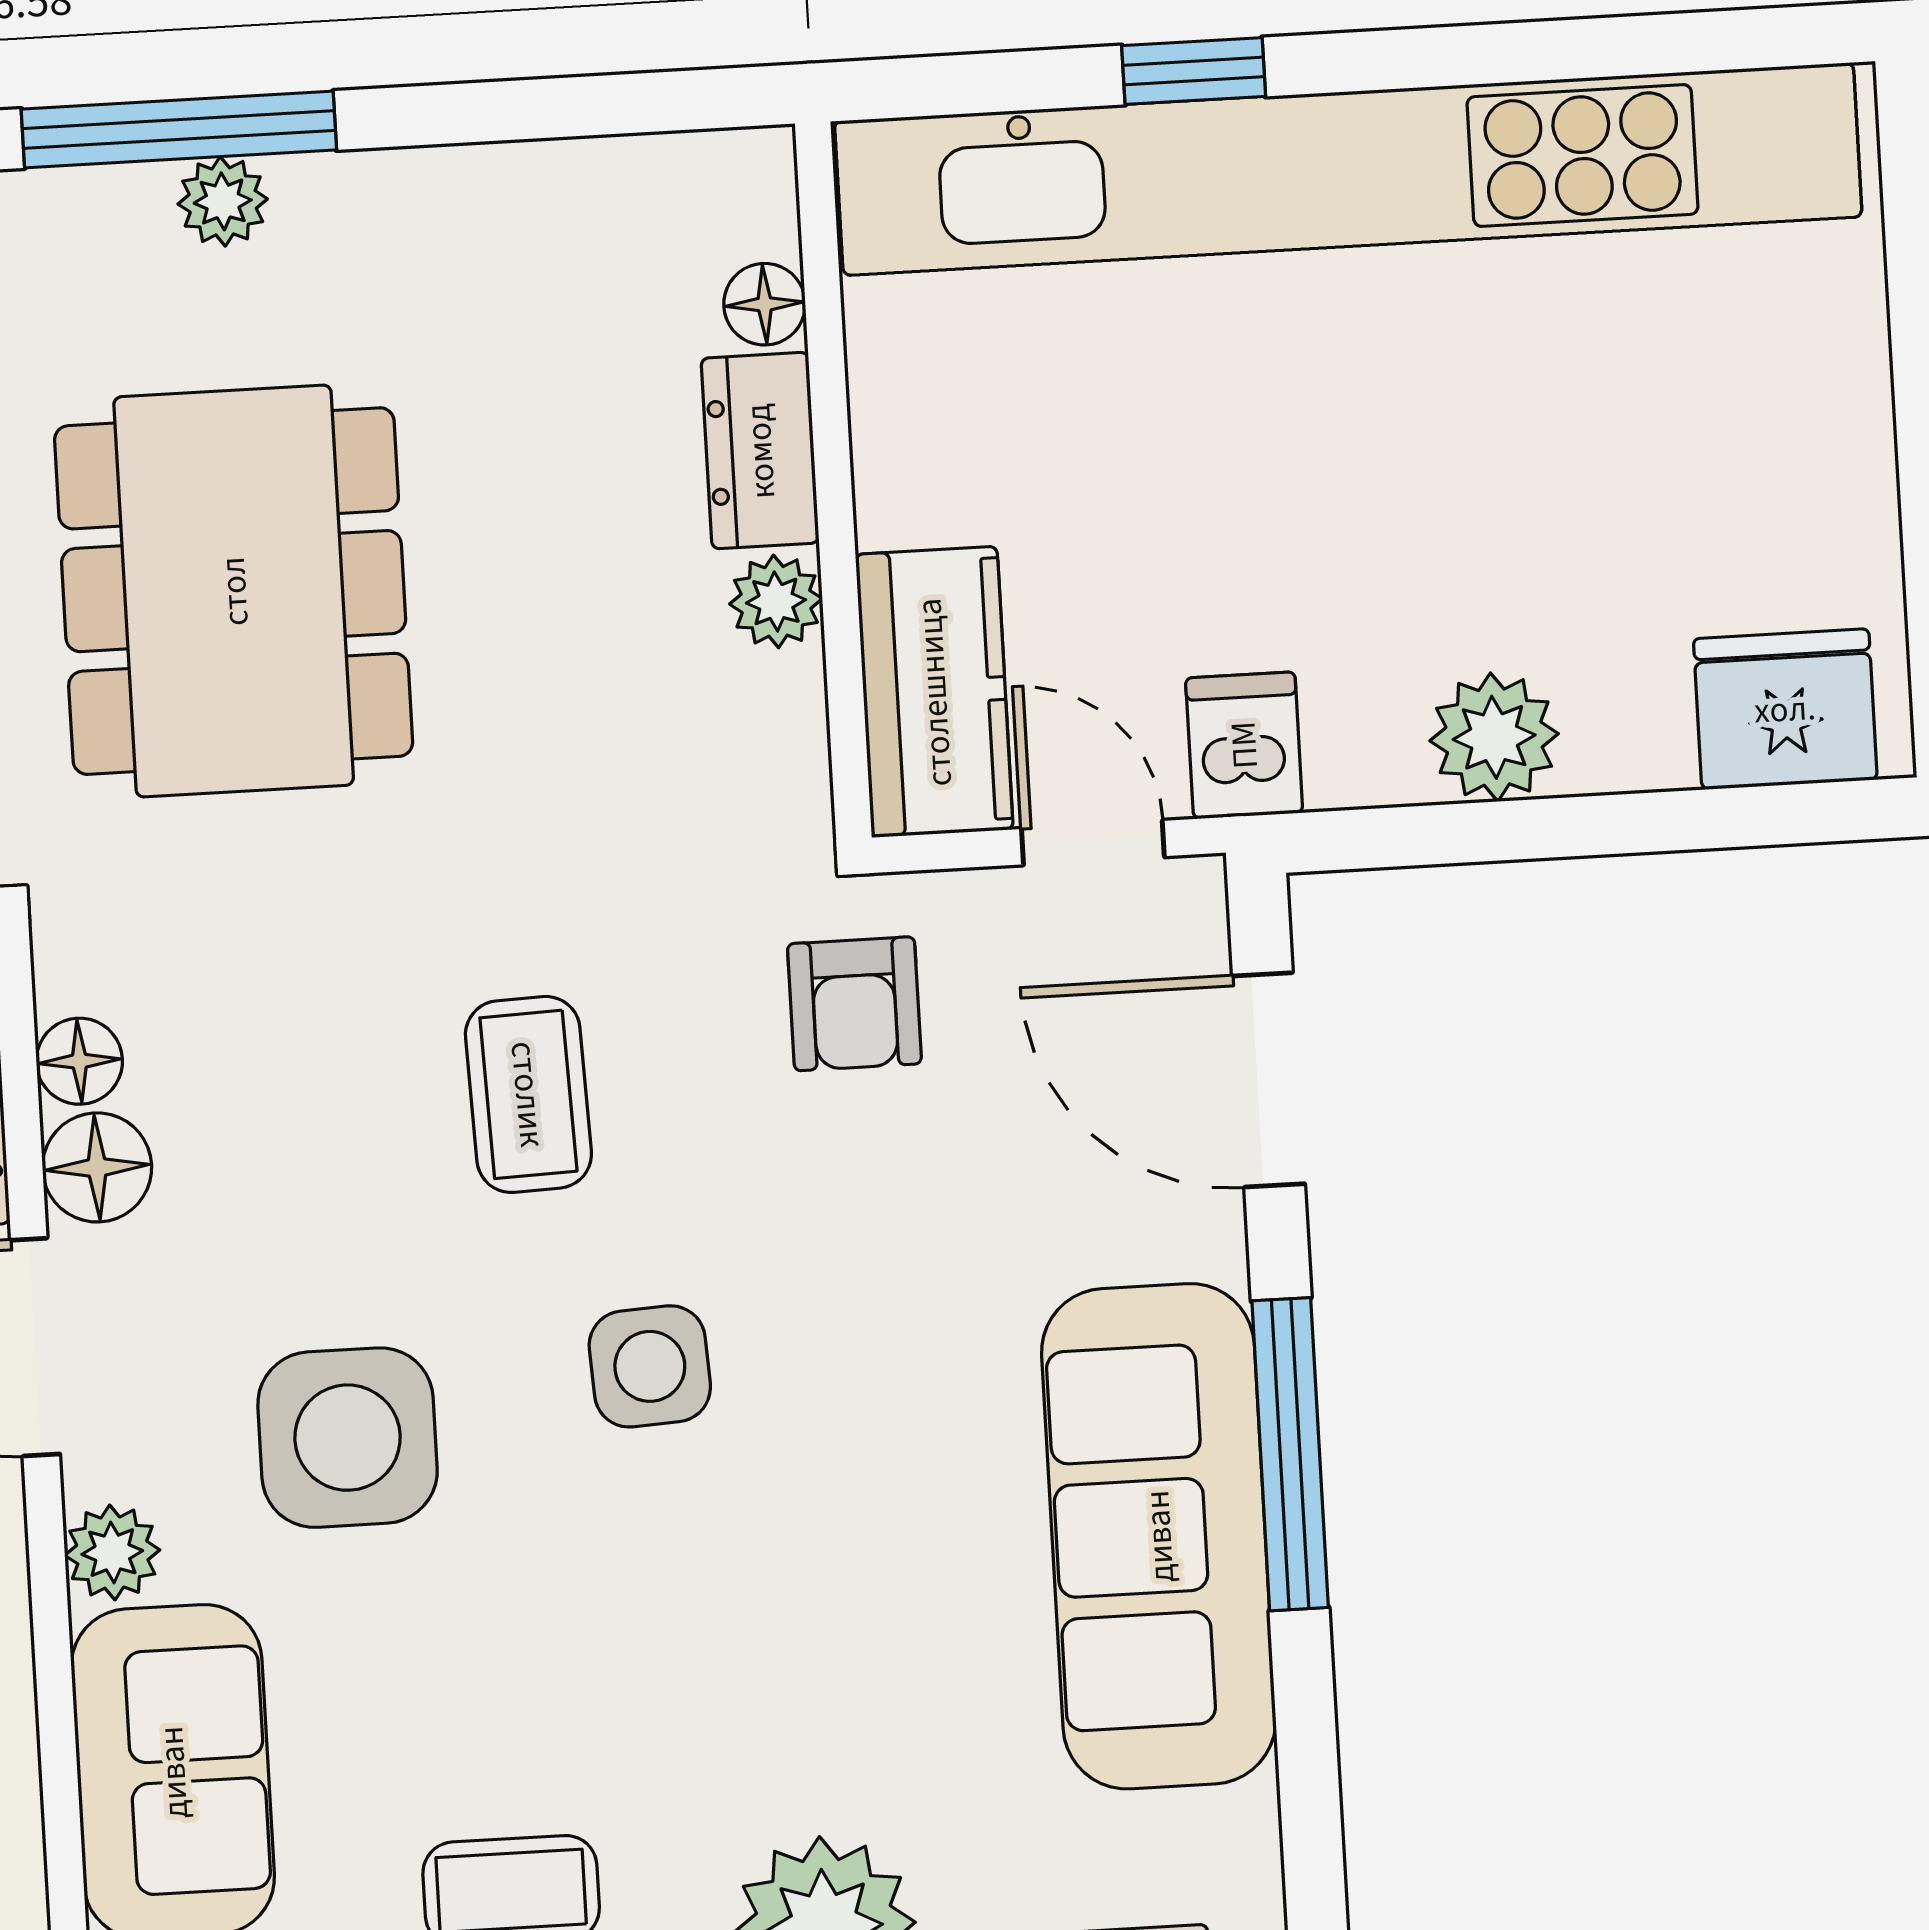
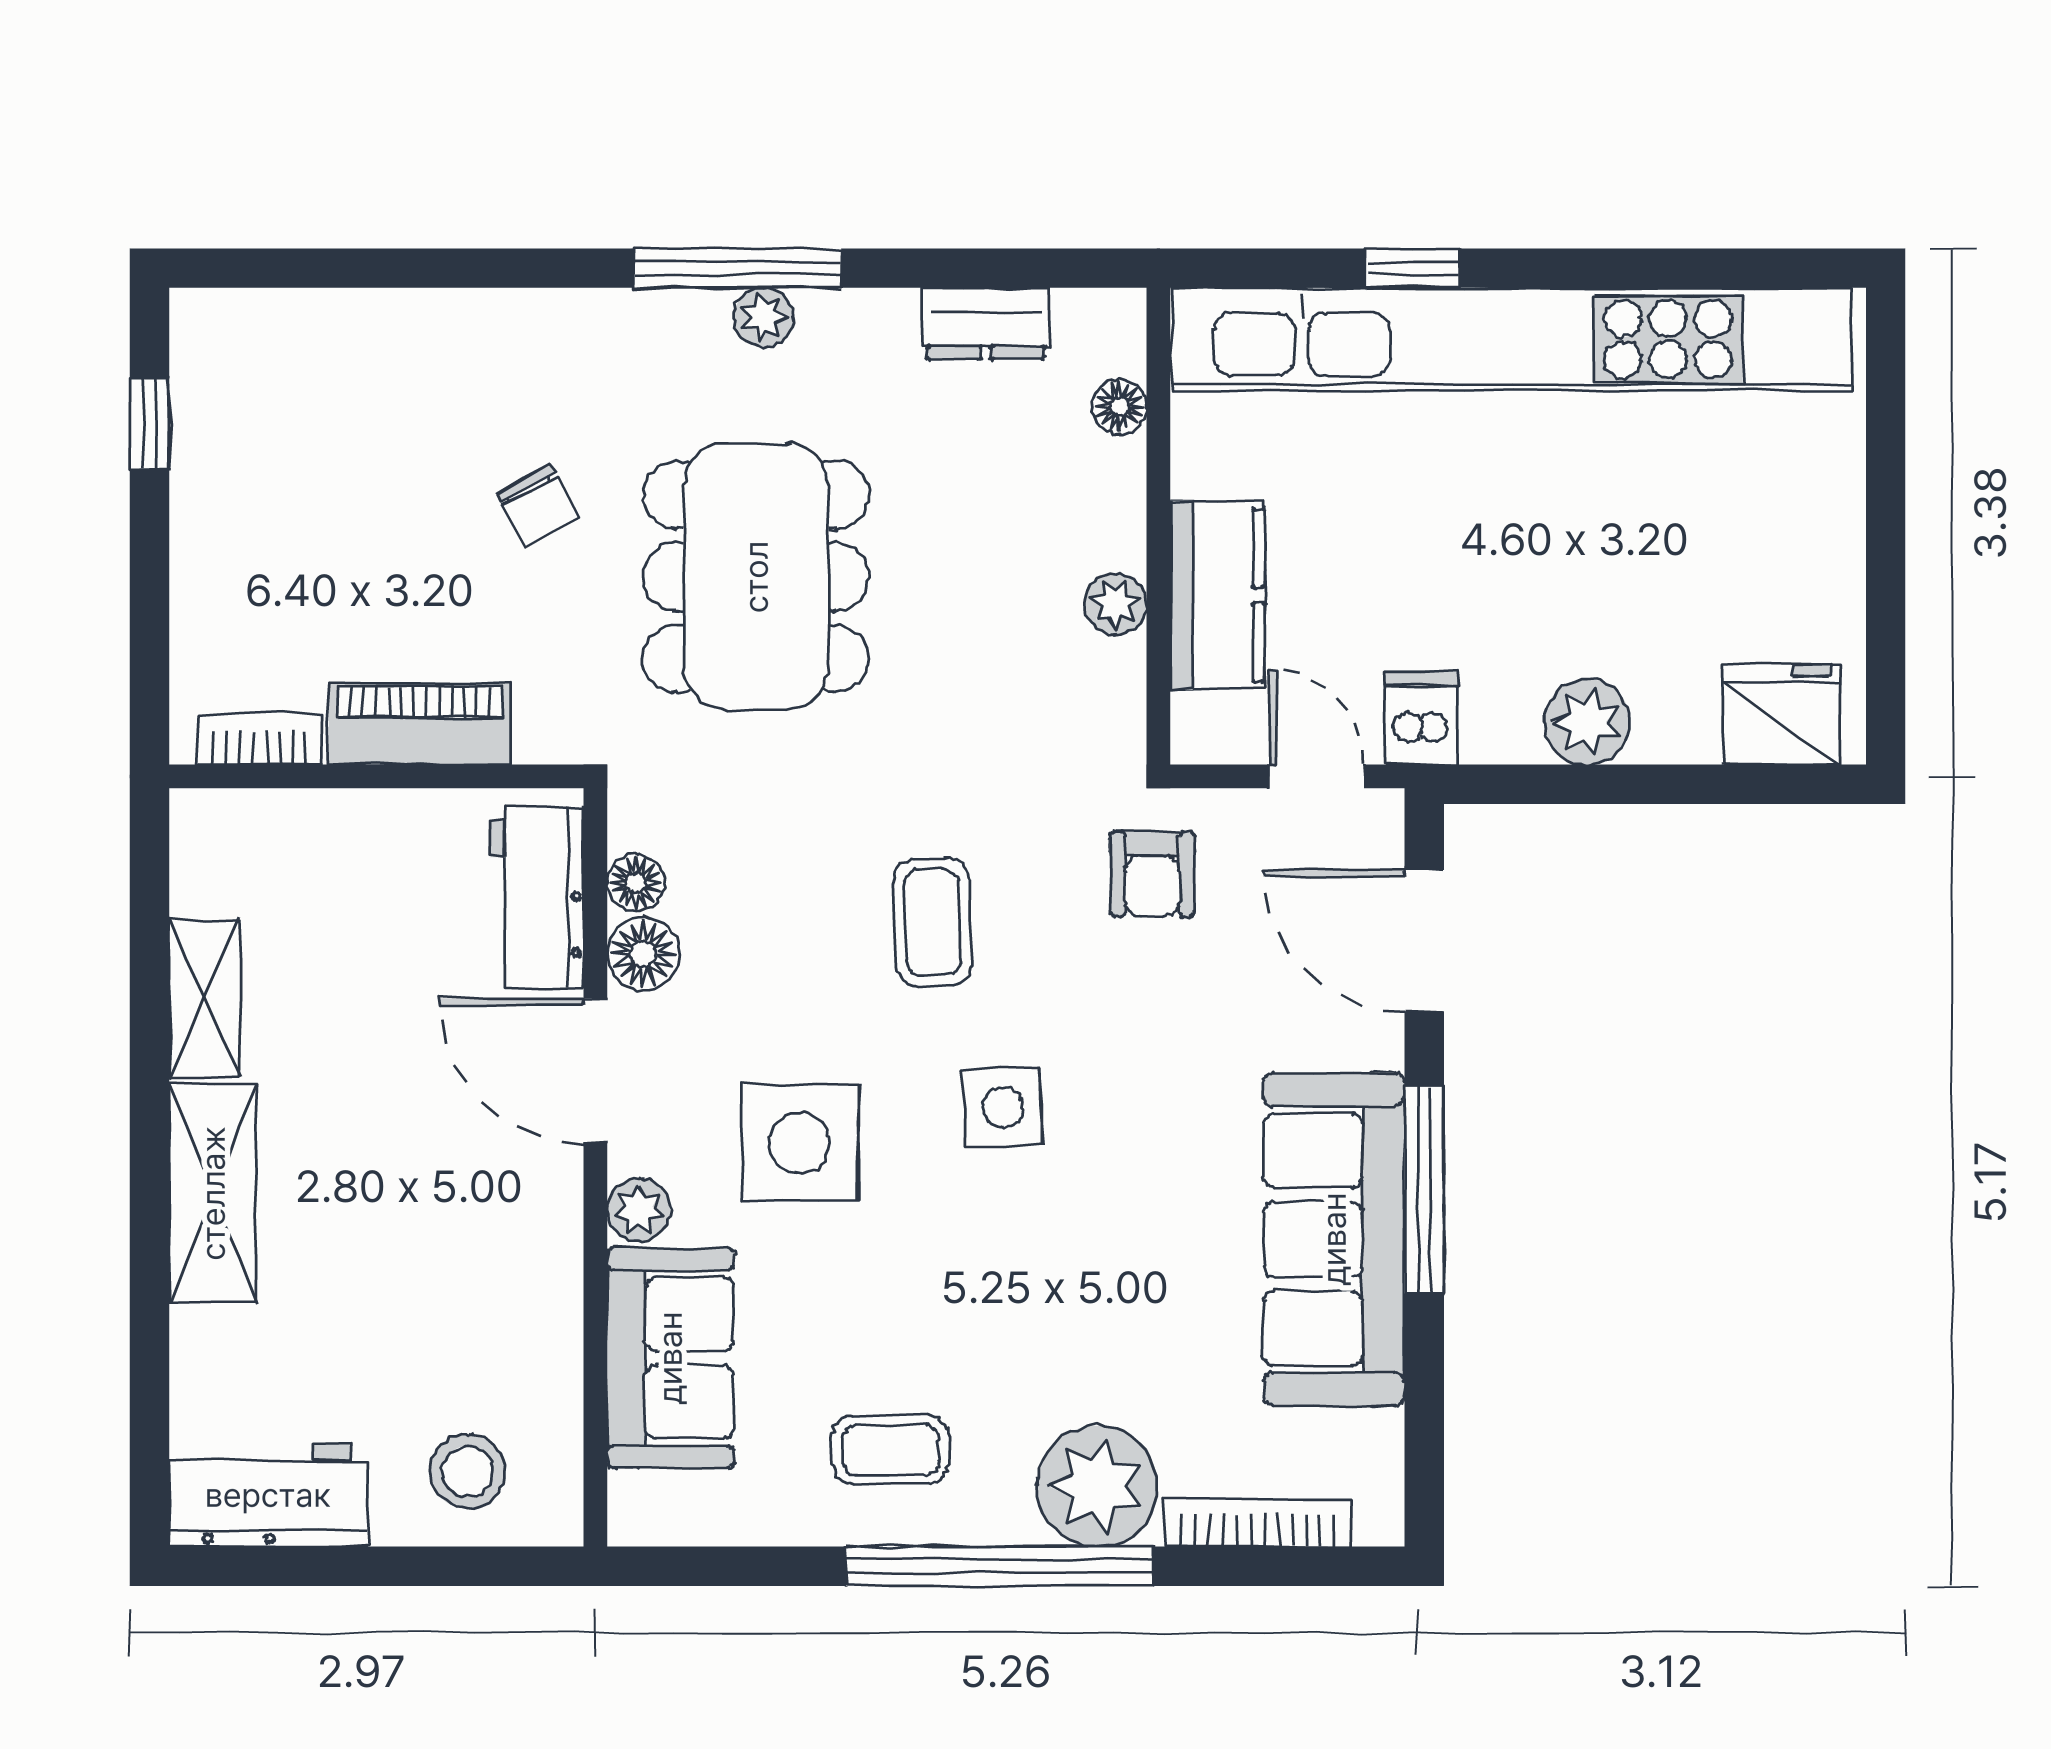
dresser: (760, 451) -> (986, 323), moved, turned -90
kitchen counter: (934, 692) -> (1217, 595), moved

